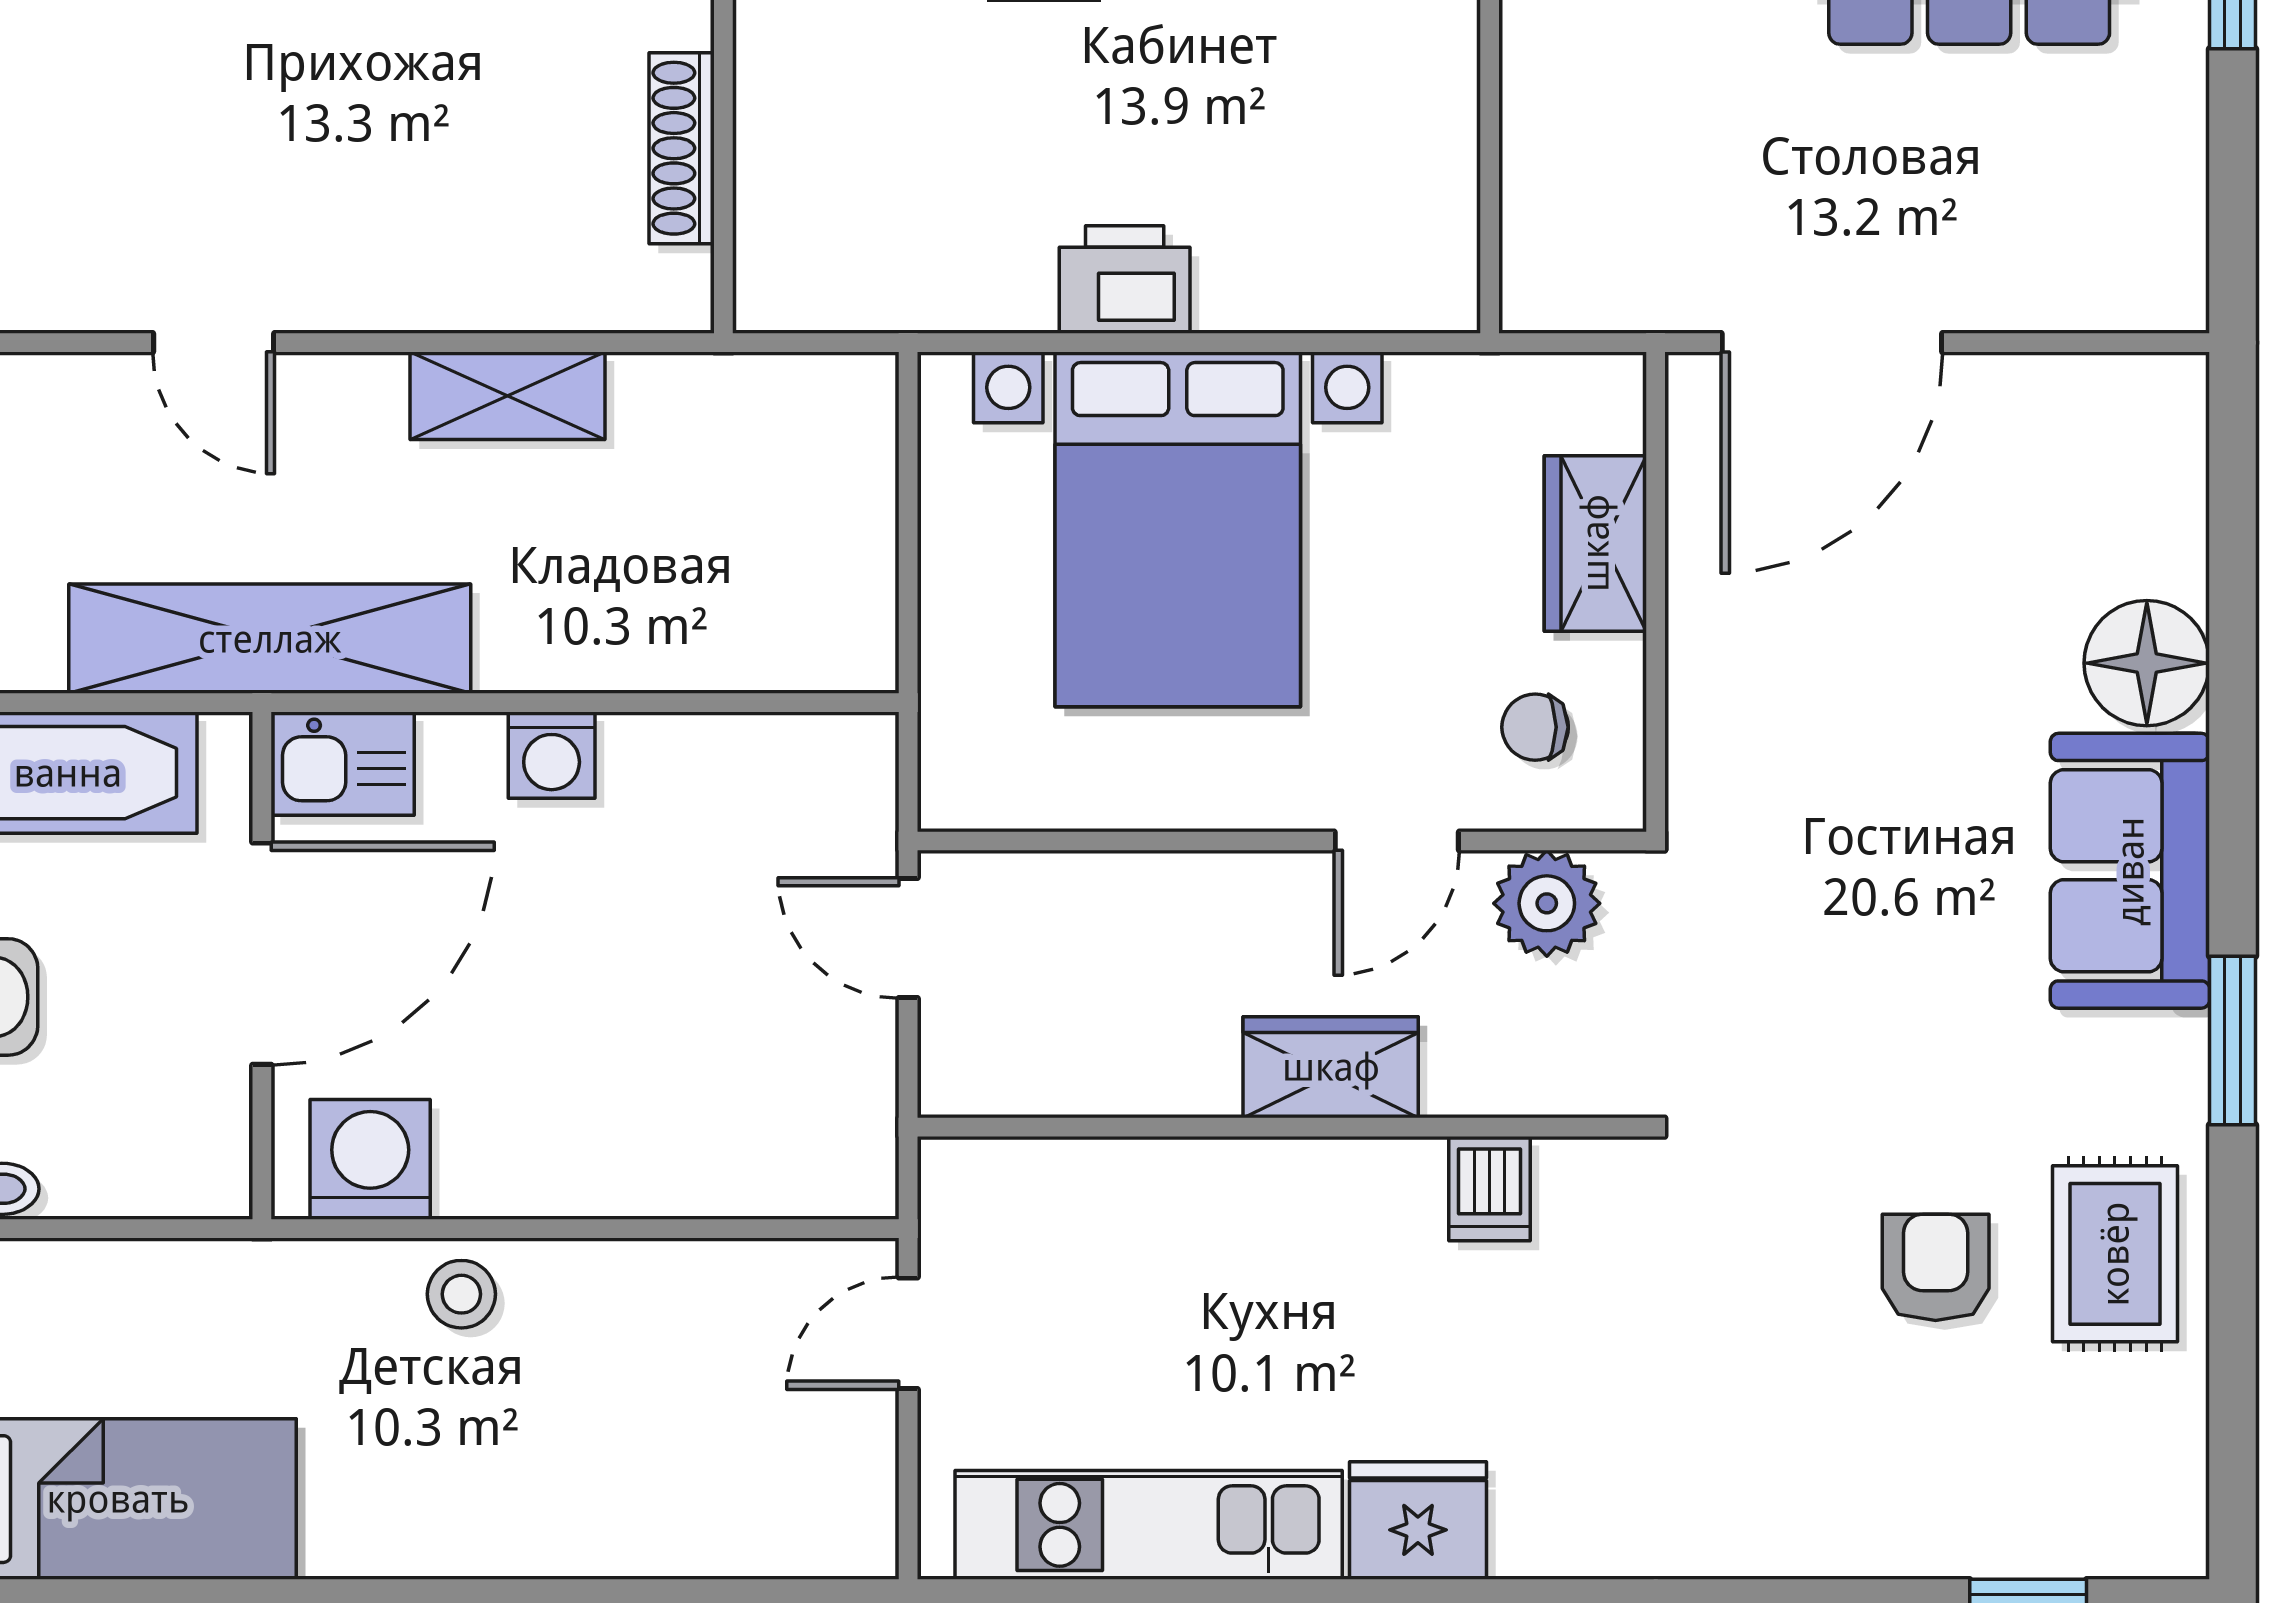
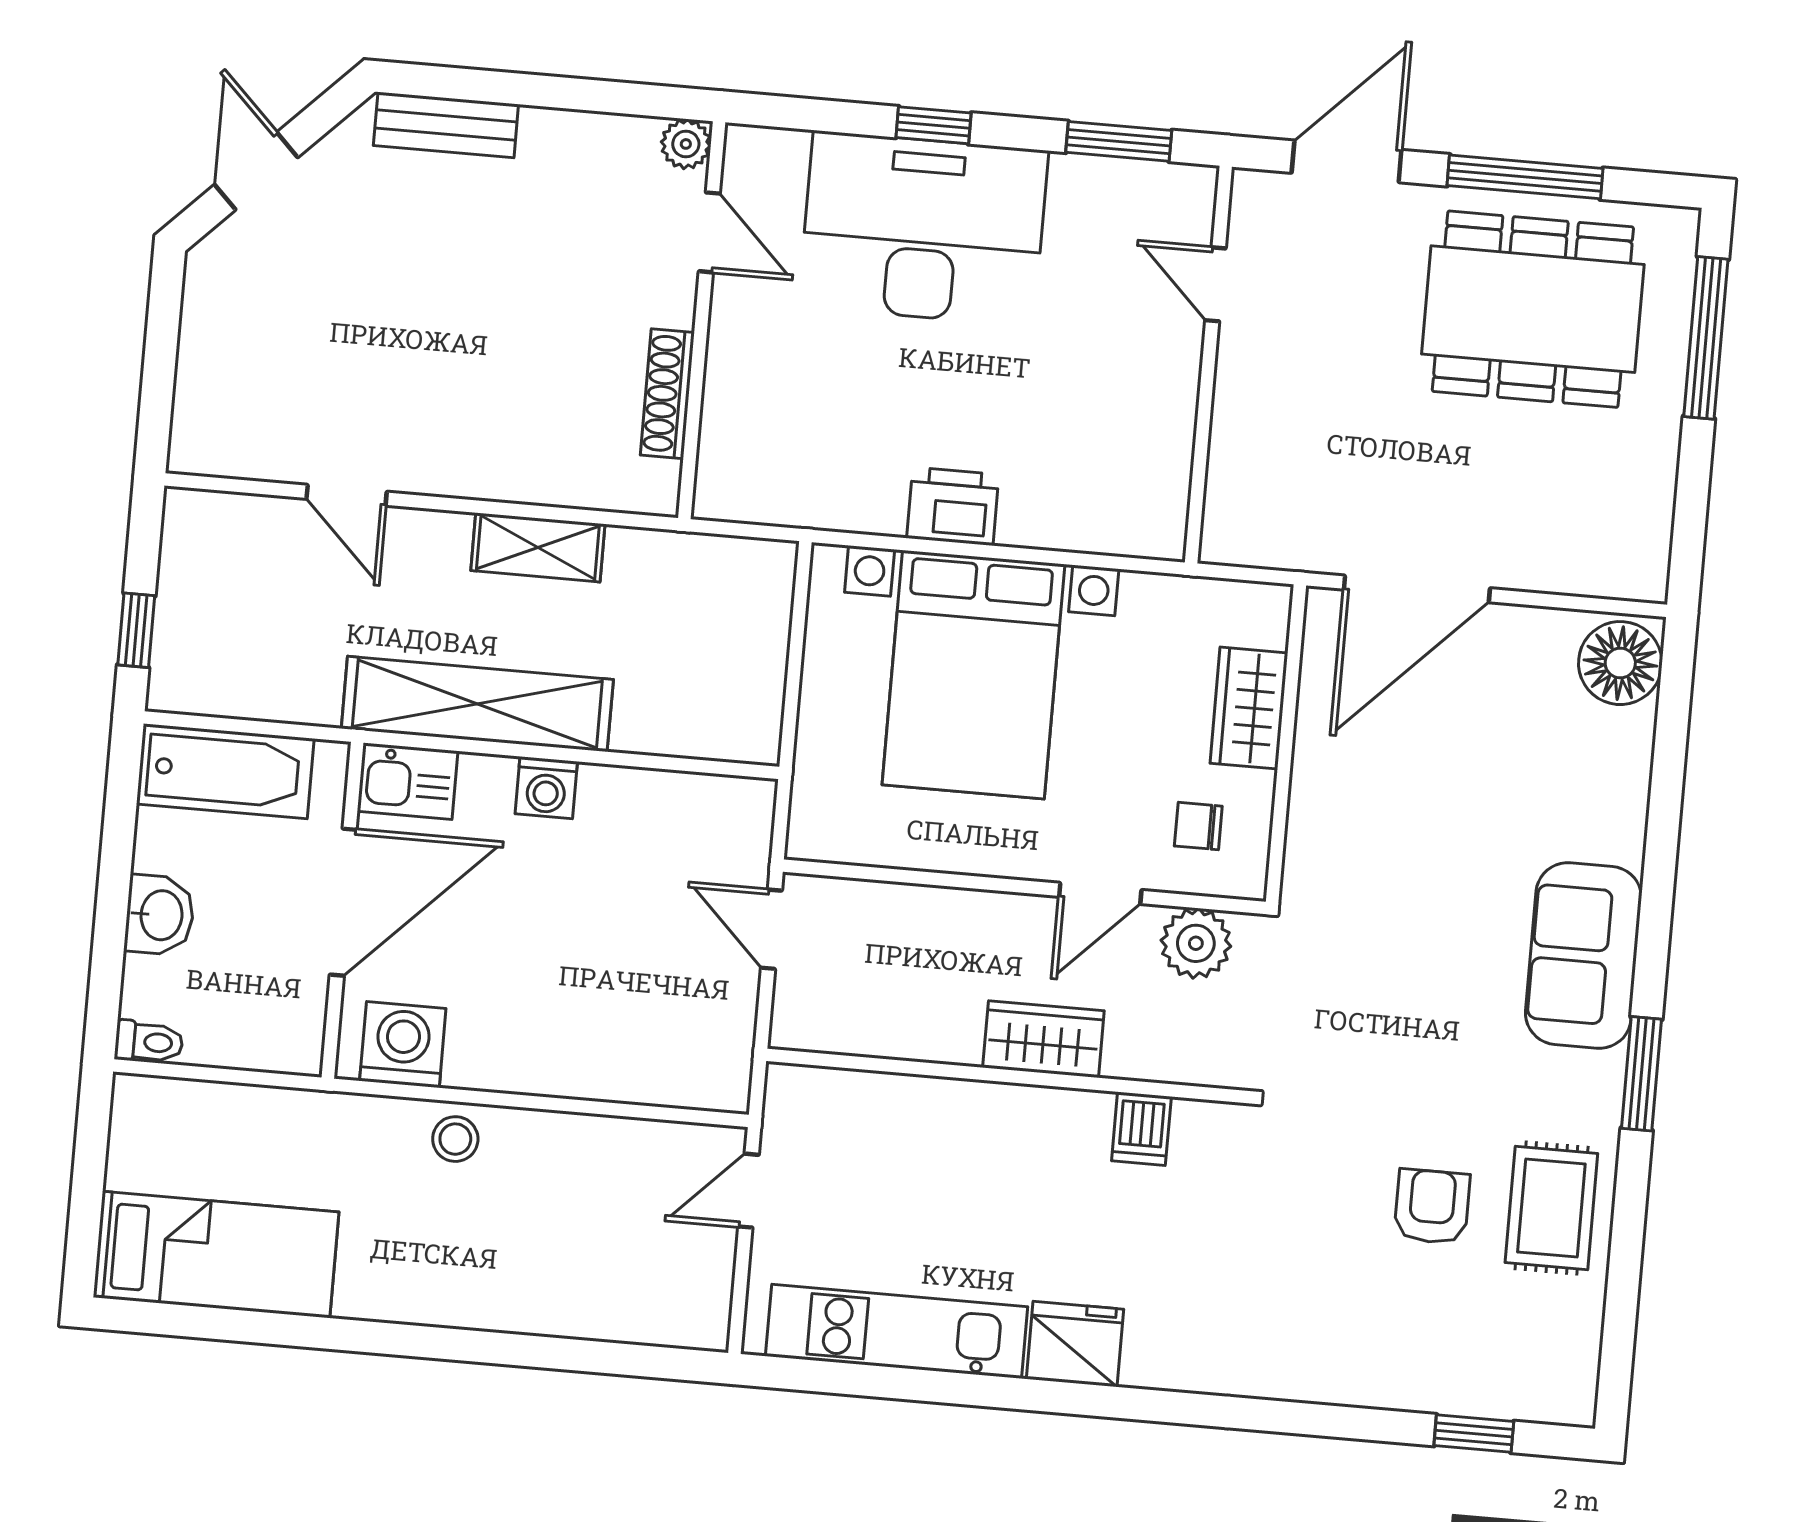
shelving: (270, 639) -> (477, 704), moved
floor lamp: (2147, 663) -> (1620, 663), moved

